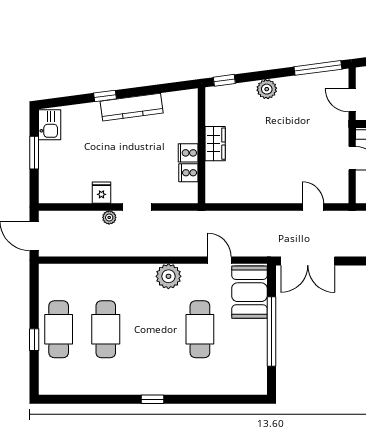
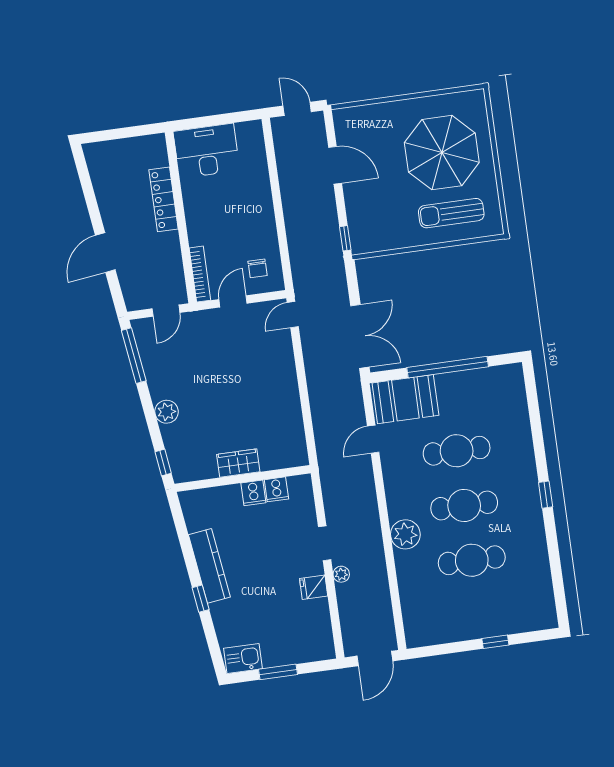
door: (313, 207) -> (293, 315), moved
plant: (168, 276) -> (405, 534), moved
cafe table: (59, 329) -> (464, 505), moved

